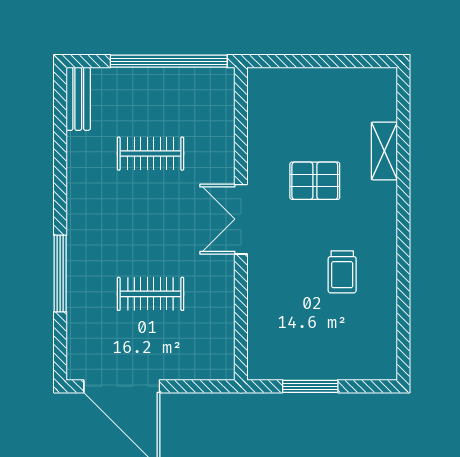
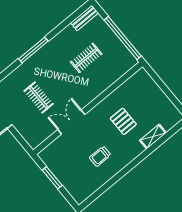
clothes rail: (150, 154) -> (86, 58), turned 90
double door: (241, 219) -> (71, 122), moved
window: (60, 273) -> (33, 50), moved

